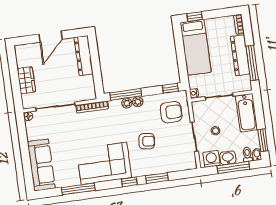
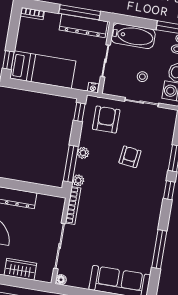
dresser: (240, 55) -> (83, 26), moved
plant: (127, 103) -> (78, 180), moved
corner sofa: (104, 163) -> (140, 212), removed

